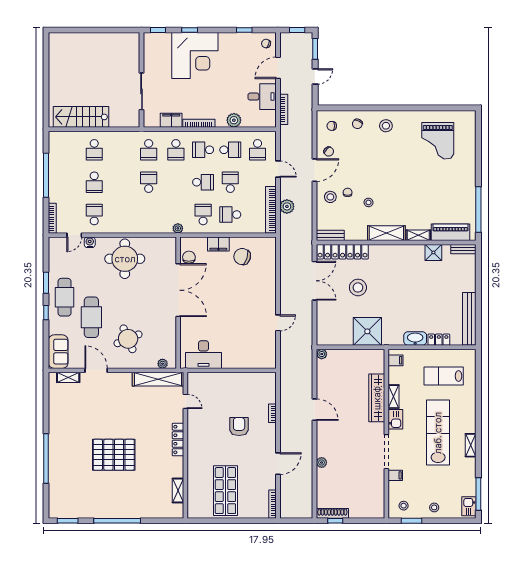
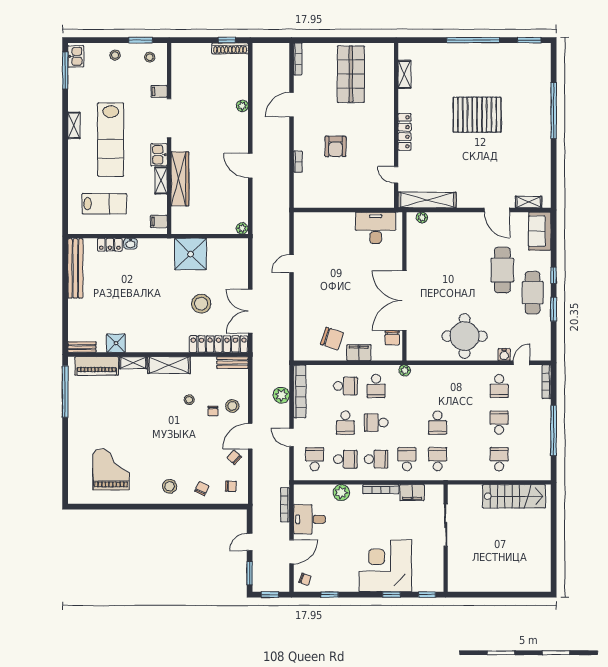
school desk: (230, 150) -> (345, 459), turned 180
washbasin: (415, 338) -> (130, 244), width x0.52, depth x0.69
round table: (128, 339) -> (461, 246), removed

